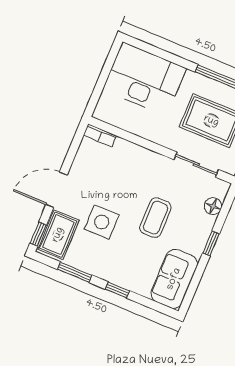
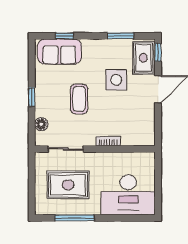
bookcase: (100, 135) -> (108, 141), moved
sofa: (174, 279) -> (59, 52), moved, turned 90
window: (117, 290) -> (65, 36), moved

